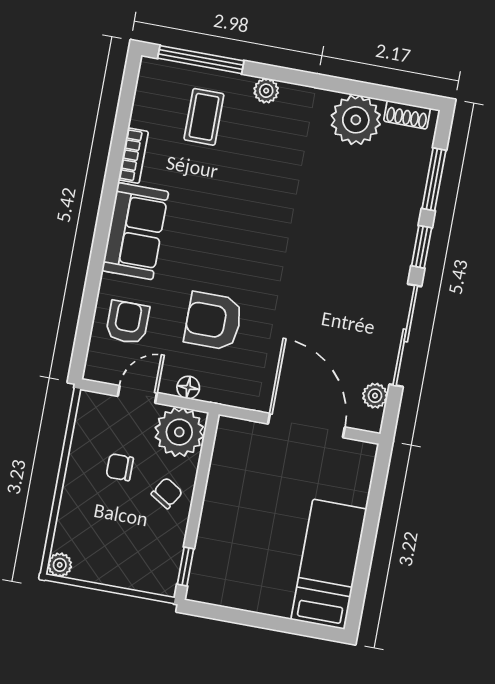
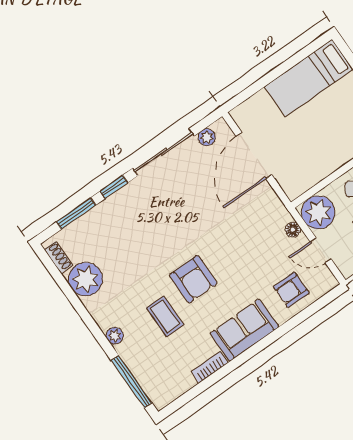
coffee table: (204, 117) -> (165, 316), moved, turned 90
armchair: (213, 321) -> (193, 279), moved

